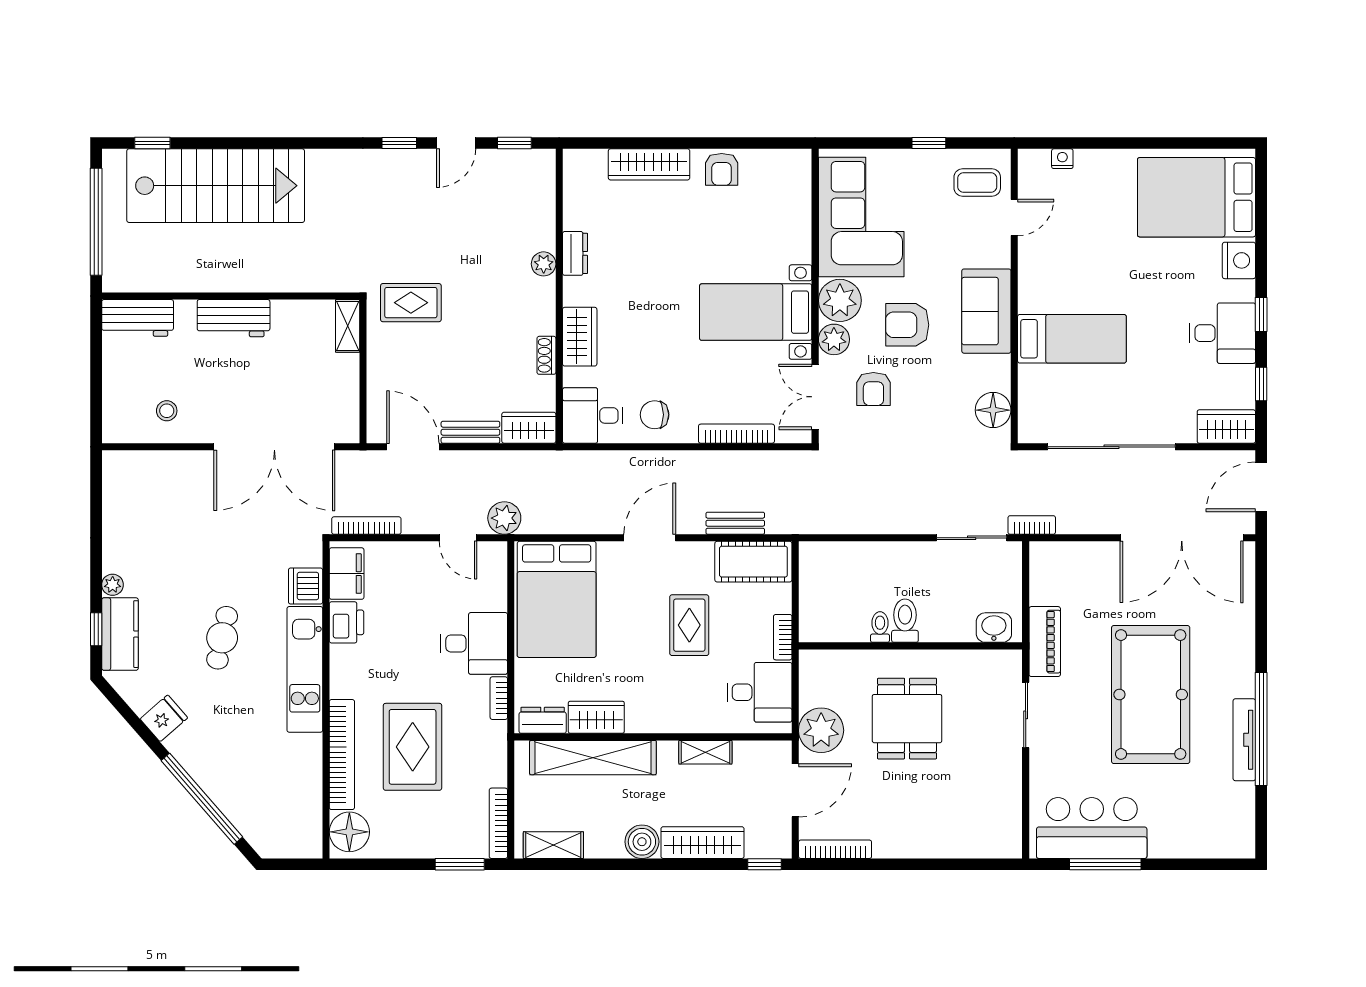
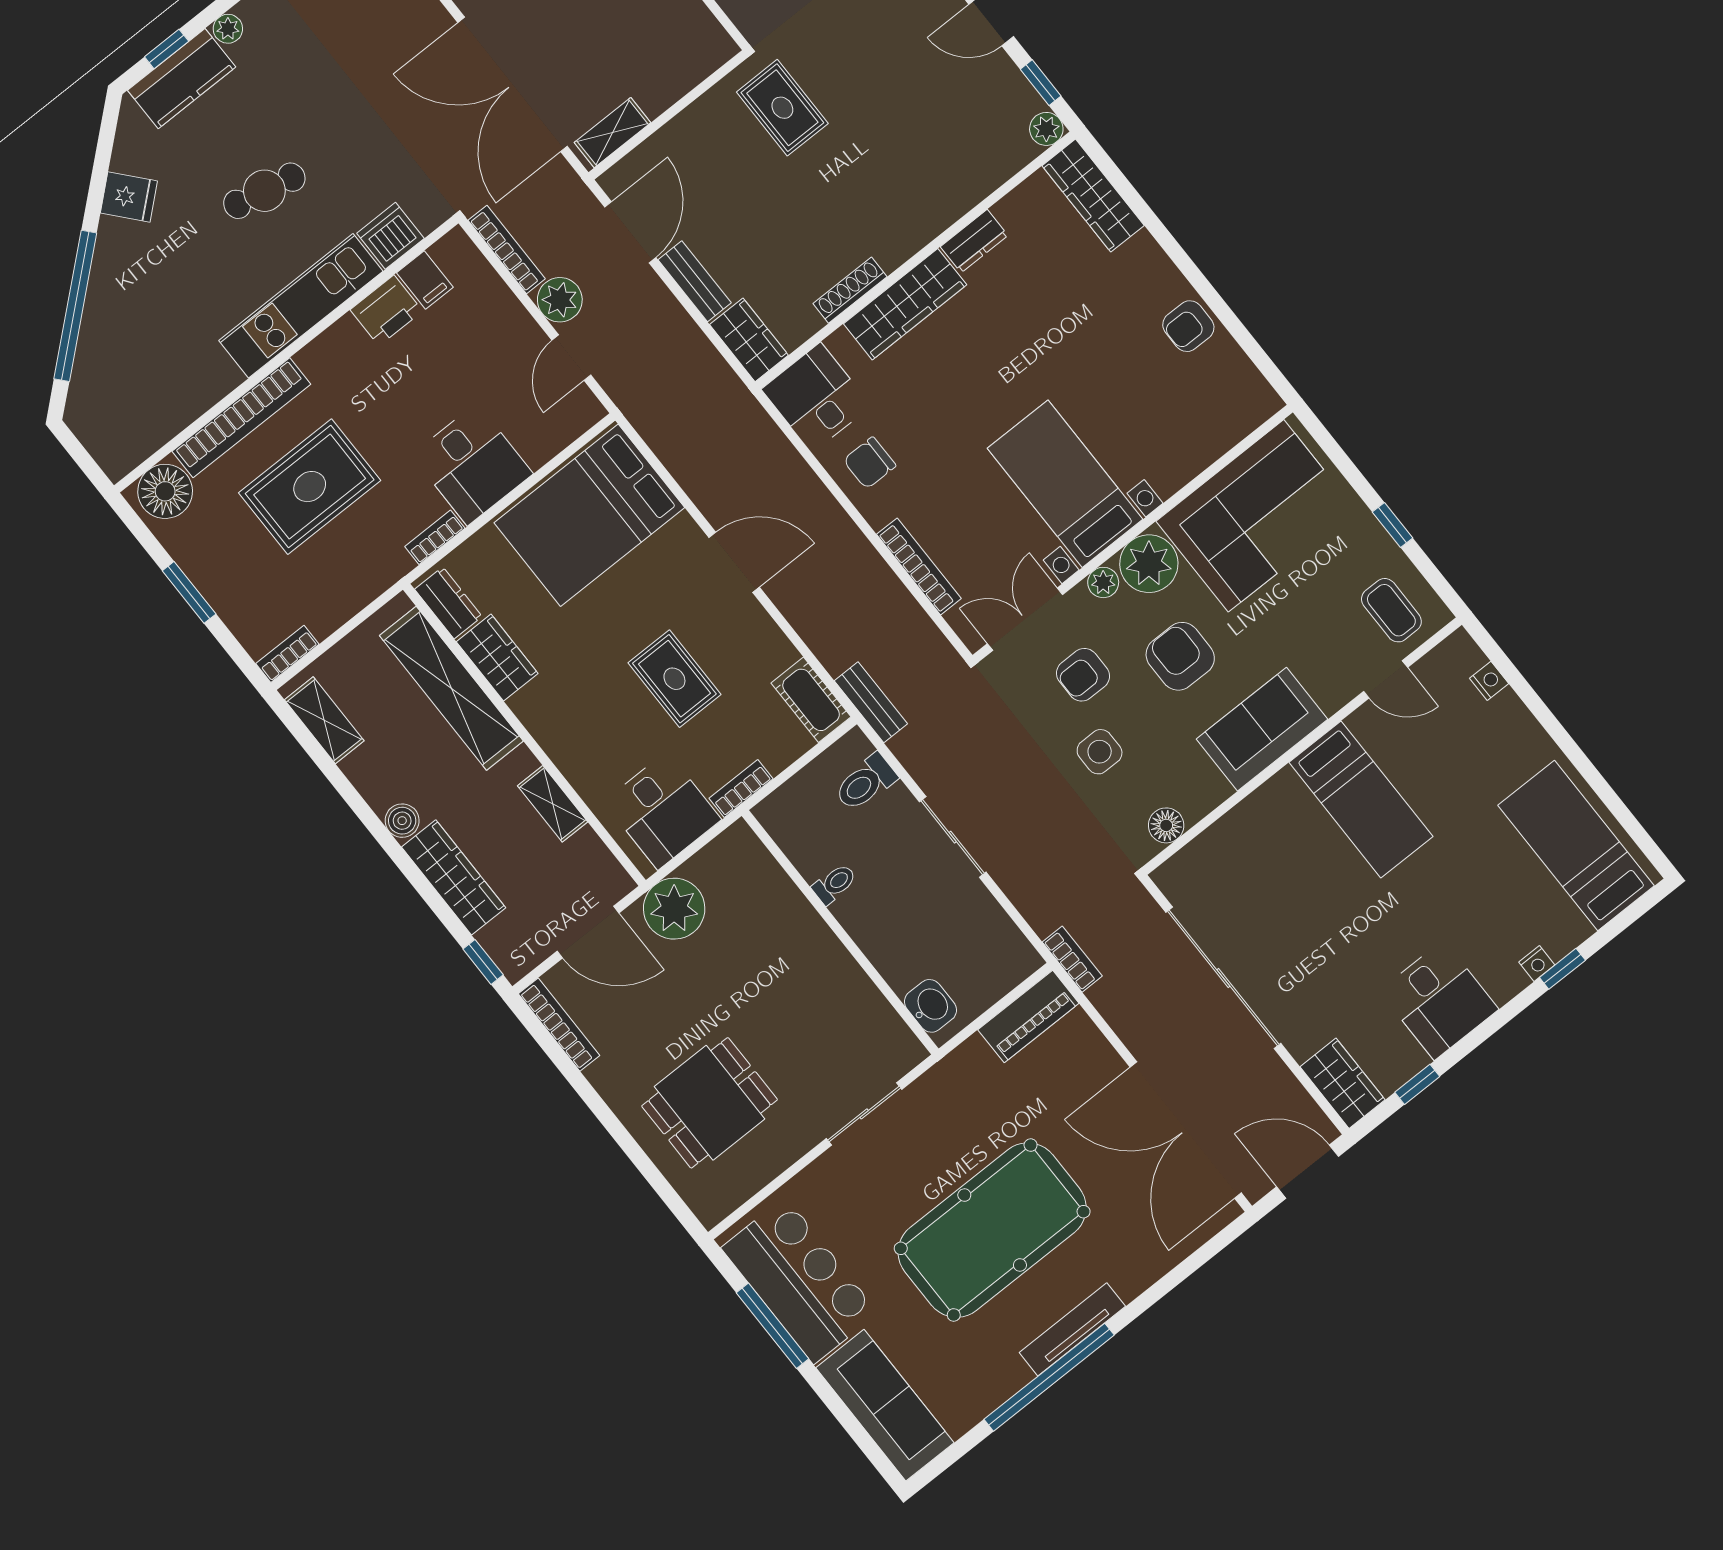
wardrobe: (649, 164) -> (1093, 196), moved
bed: (1196, 197) -> (1576, 845), width x0.67
nightstand: (1239, 260) -> (1537, 963), width x0.53, depth x0.56
plant: (544, 264) -> (1046, 129), moved
window: (1261, 314) -> (1562, 969), moved
shelving: (348, 326) -> (612, 133), moved
wardrobe: (580, 337) -> (905, 304), width x1.50
plant: (834, 339) -> (1103, 582), width x0.73, depth x0.73
bed: (1072, 339) -> (1361, 799), moved
shoe rack: (546, 355) -> (850, 290), width x1.43
floor lamp: (993, 410) -> (1166, 825), width x0.73, depth x0.73
chair: (655, 415) -> (870, 463), turned -90
side table: (925, 415) -> (1100, 752), added
plant: (504, 518) -> (560, 300), moved
bench: (735, 523) -> (871, 702), moved
sliding door: (972, 538) -> (953, 837), moved
cot: (753, 562) -> (811, 700), width x0.73, depth x0.75
filing cabinet: (347, 574) -> (425, 280), width x0.50
toilet: (905, 621) -> (865, 783), moved, turned 180
rug: (689, 625) -> (674, 679), turned 90
piano: (1045, 642) -> (1028, 1016), moved
dining table: (907, 719) -> (710, 1103), moved
tv unit: (1244, 740) -> (1072, 1329), moved
bookcase: (498, 823) -> (287, 654), width x0.64
sofa: (1202, 836) -> (885, 1405), added
boiler: (642, 842) -> (402, 821), width x0.73, depth x0.73
window: (460, 864) -> (189, 592), moved

